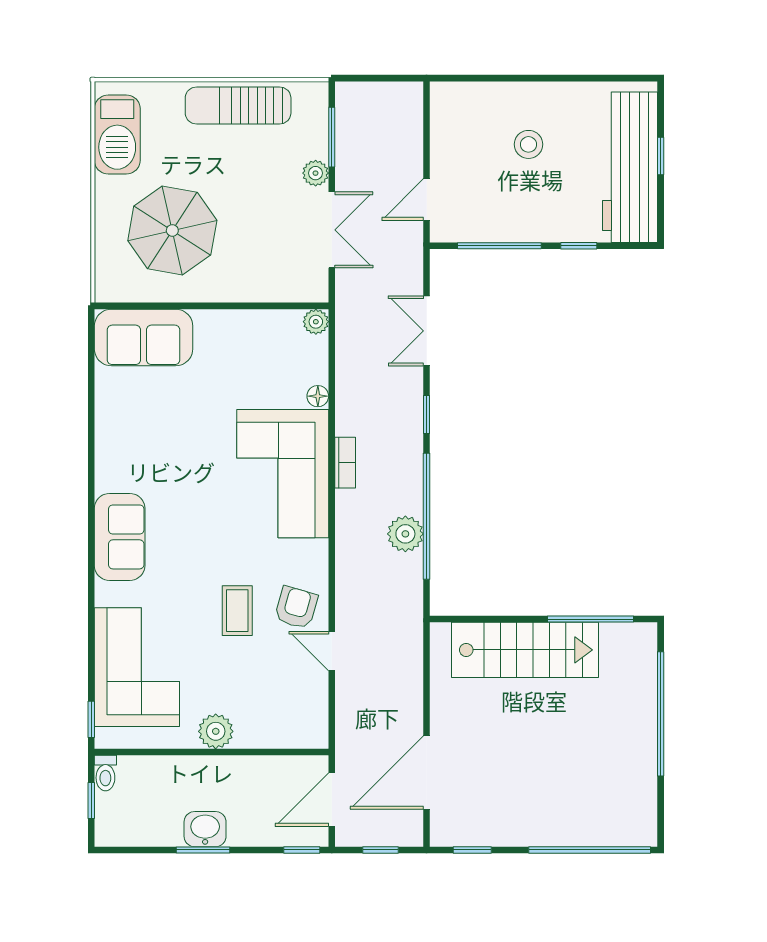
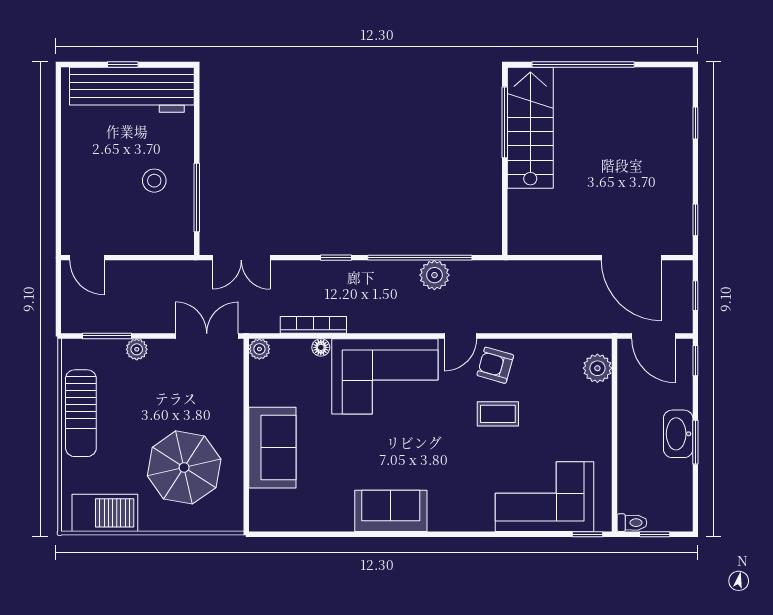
stool: (528, 144) -> (154, 181), moved
door: (427, 199) -> (87, 258), moved
double door: (332, 230) -> (207, 336), moved
window: (579, 246) -> (197, 132), removed
double door: (427, 331) -> (241, 258), moved
sofa: (144, 337) -> (272, 448), moved
bookcase: (345, 463) -> (313, 325), moved, width x1.56
sofa: (120, 537) -> (391, 511), moved
stairs: (525, 650) -> (530, 128), moved
door: (332, 651) -> (460, 336), moved
plant: (216, 731) -> (597, 368), moved
washbasin: (205, 829) -> (678, 434), width x1.38
window: (590, 850) -> (695, 123), width x0.32

